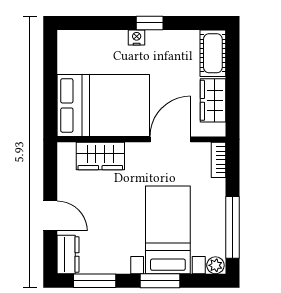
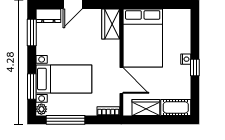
wardrobe: (100, 156) -> (111, 24), moved
window: (160, 281) -> (32, 86), moved

